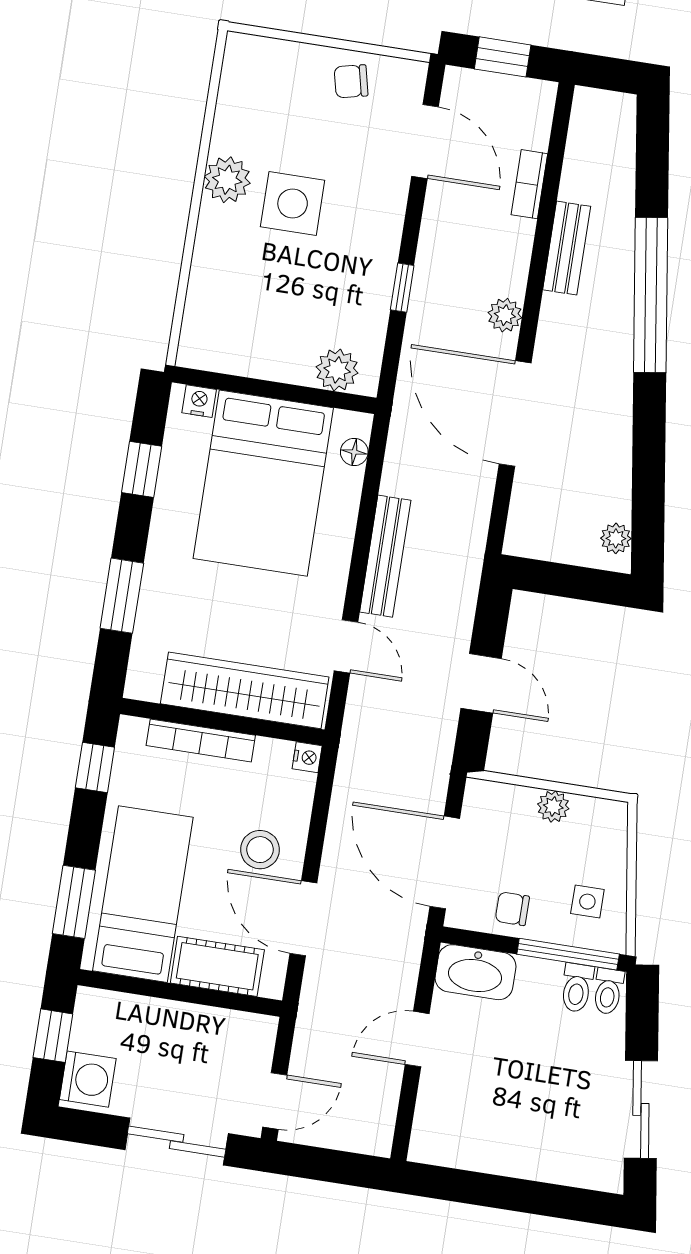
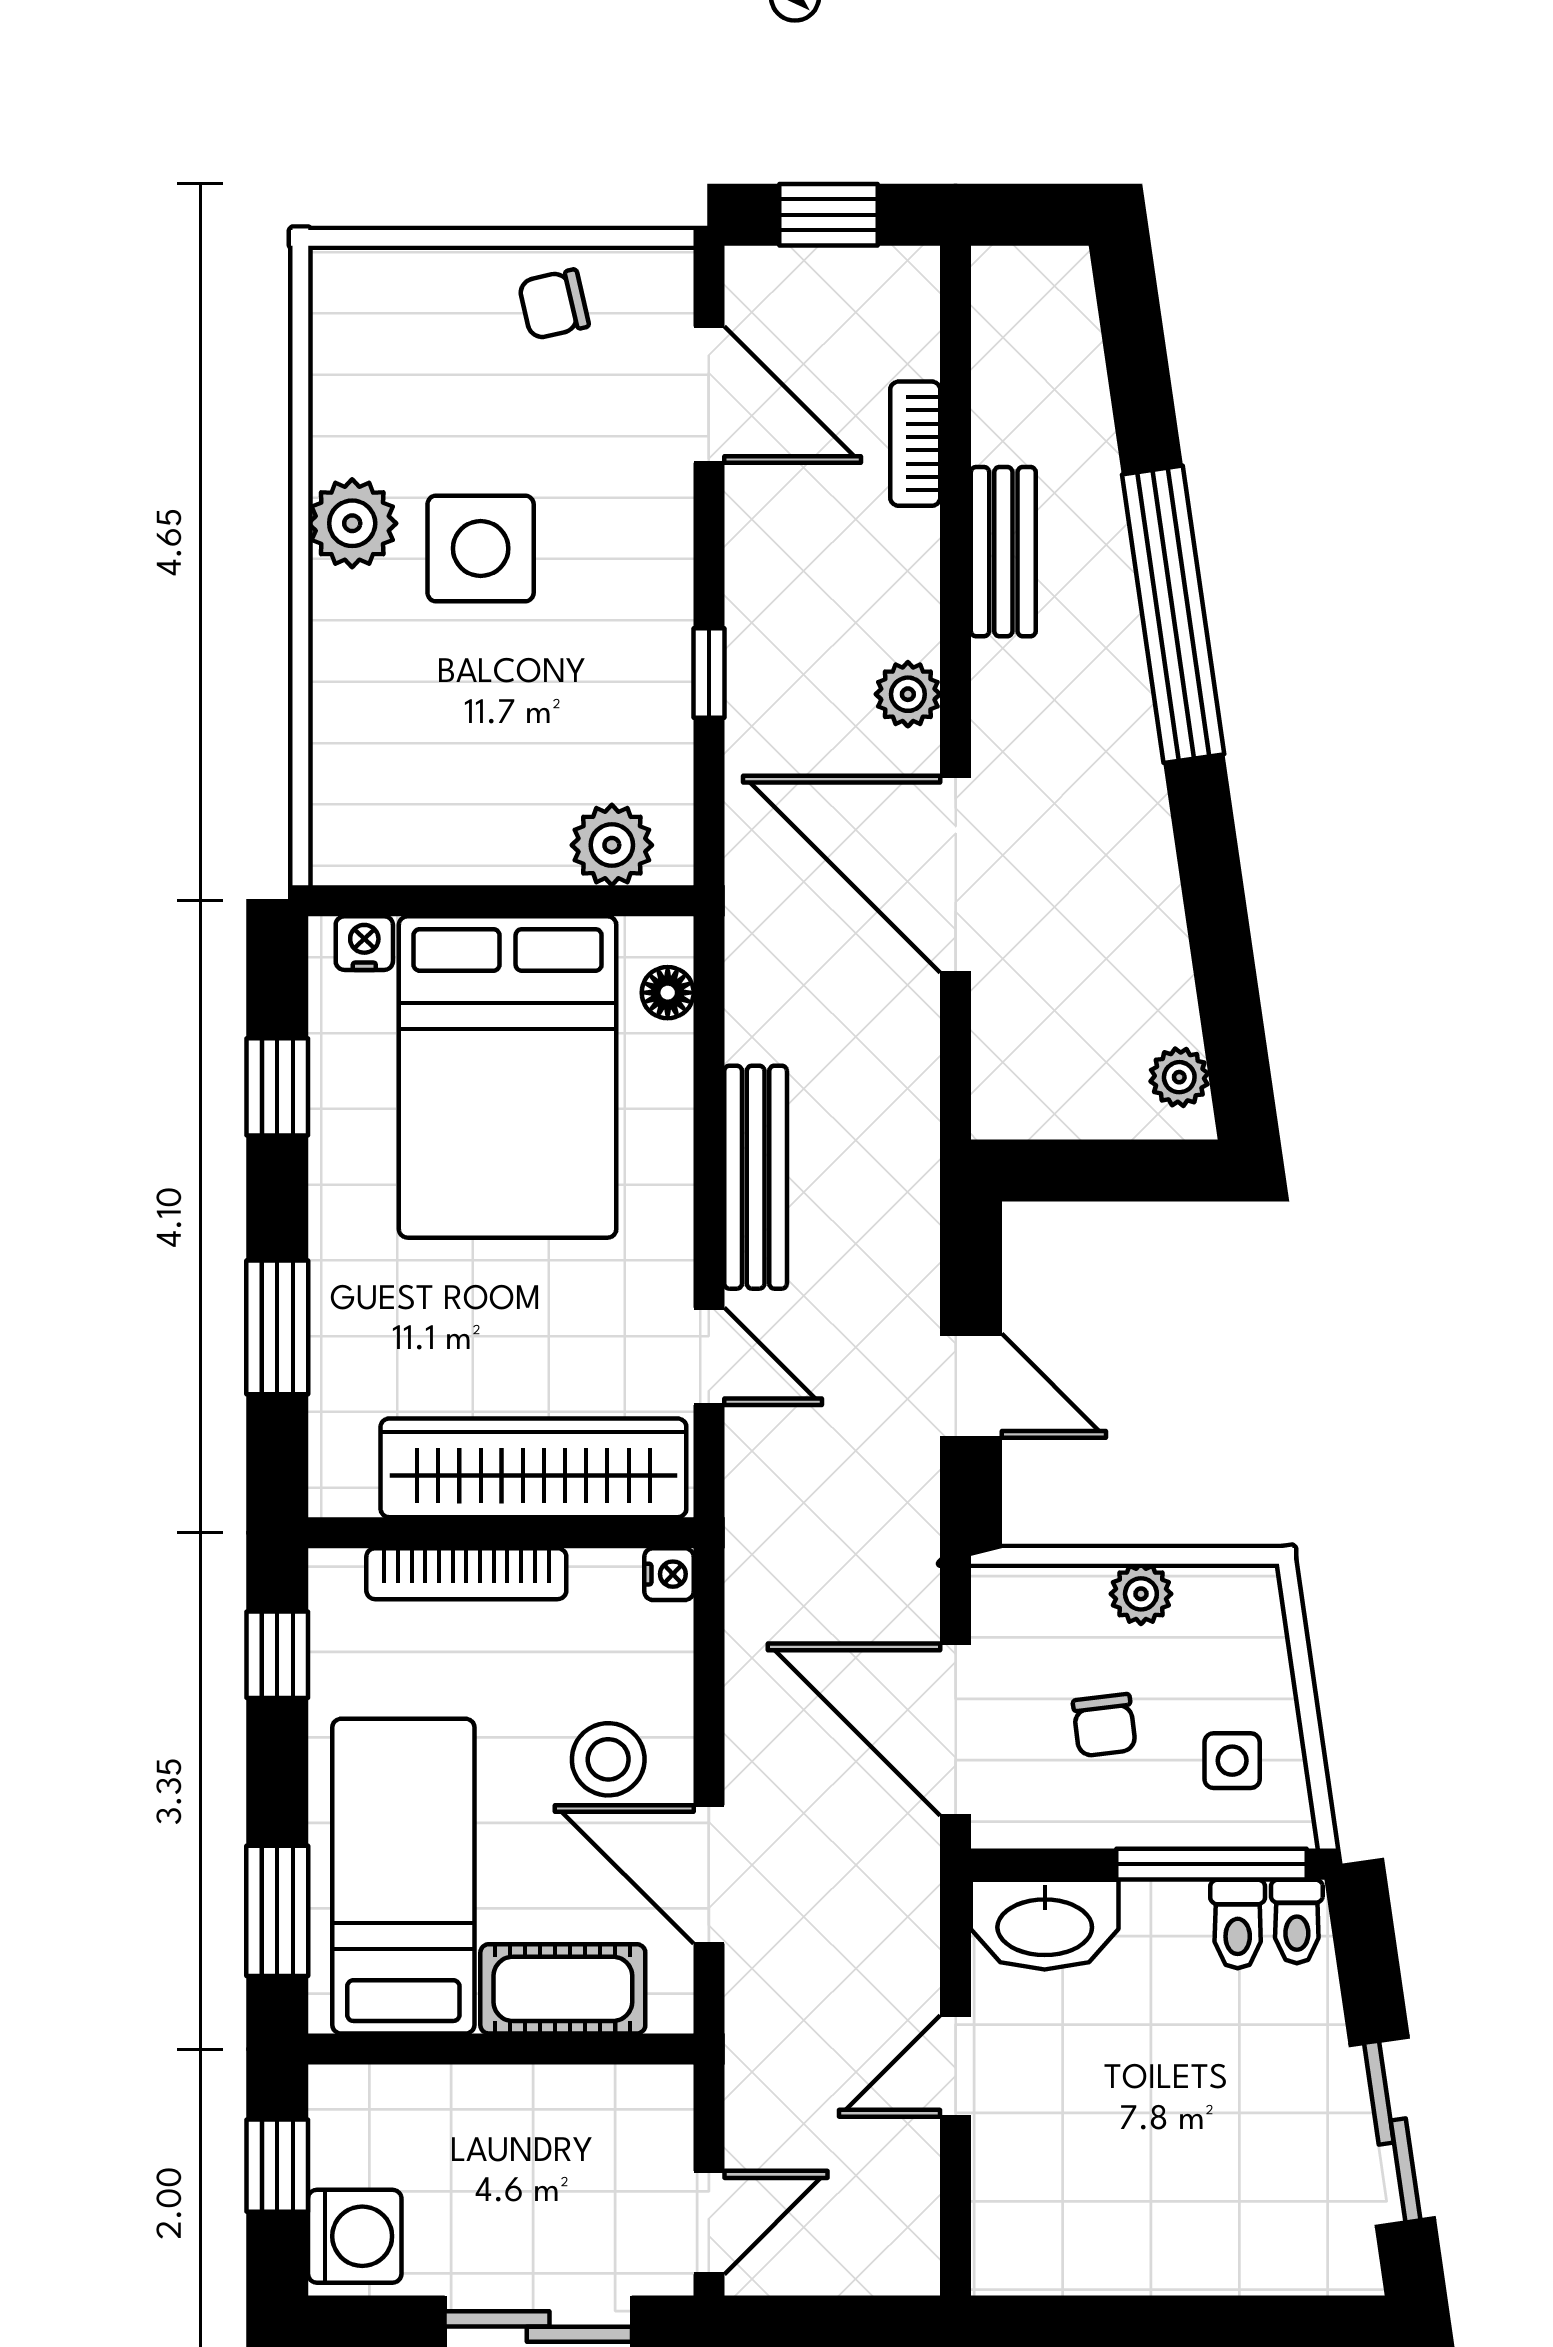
chair: (512, 909) -> (1104, 1725), moved, turned -97

